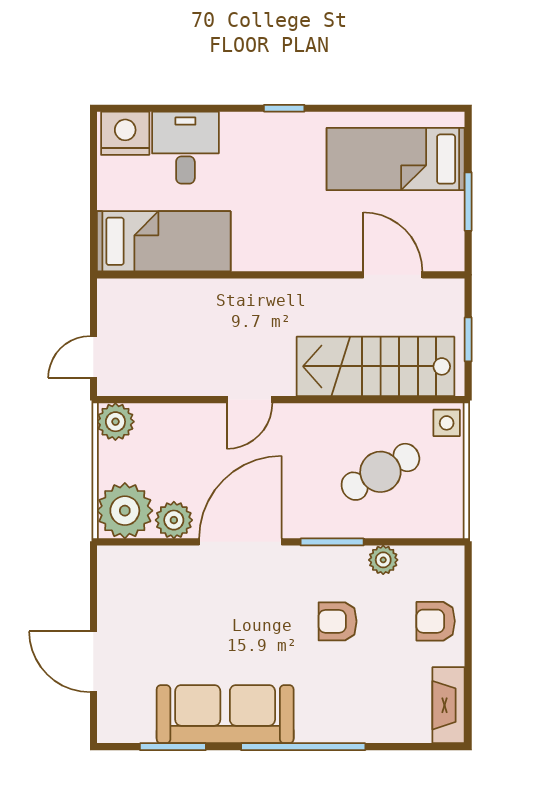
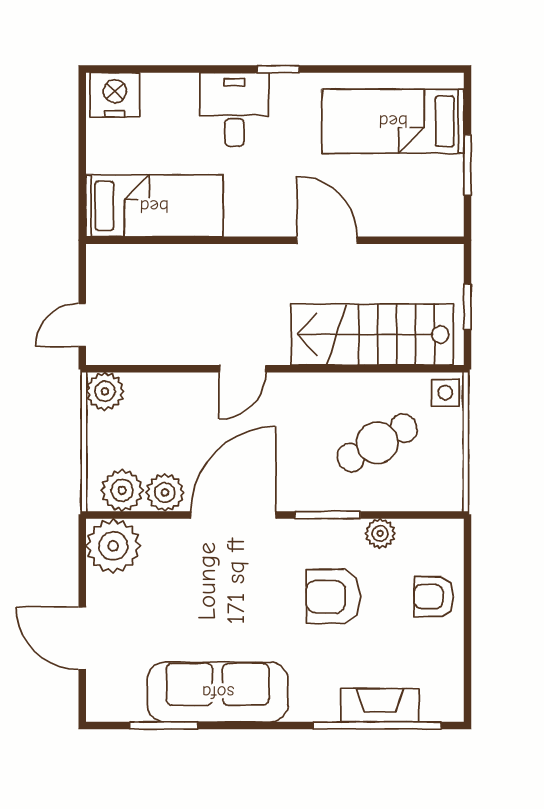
desk: (185, 148) -> (234, 110), moved
door: (393, 275) -> (327, 240), moved
plant: (125, 511) -> (122, 490), width x0.73, depth x0.73
plant: (124, 572) -> (113, 546), added
armchair: (338, 621) -> (333, 597), width x1.38, depth x1.38
fireplace: (449, 705) -> (380, 705), moved, turned 90
window: (303, 747) -> (377, 725), moved

